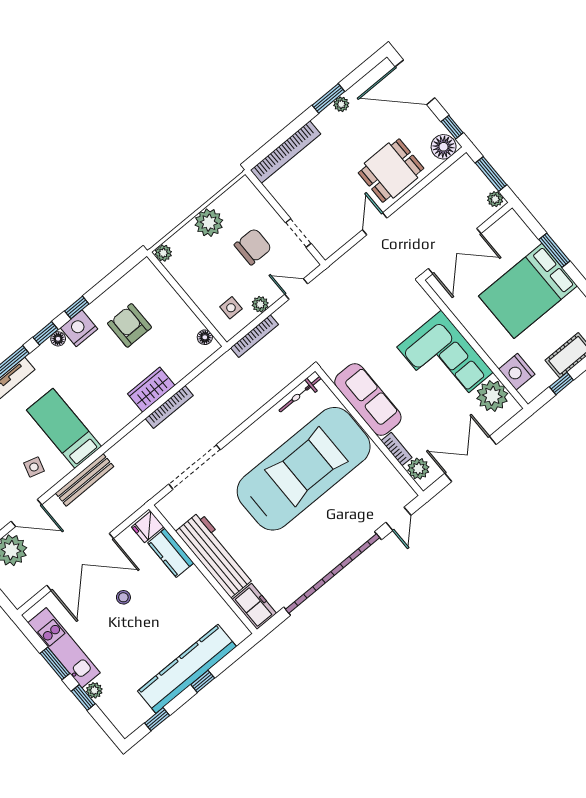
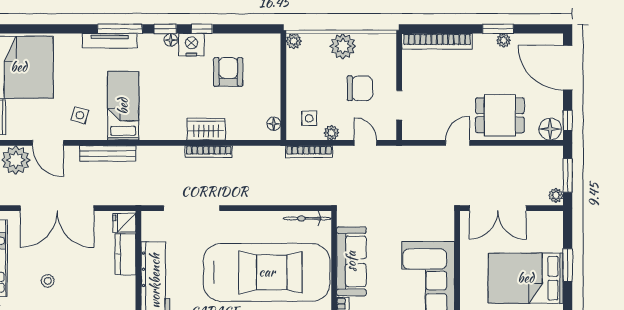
stool: (123, 597) -> (48, 281), moved

